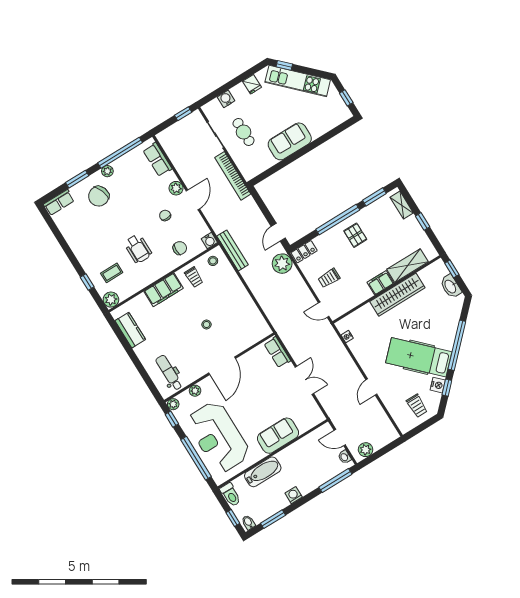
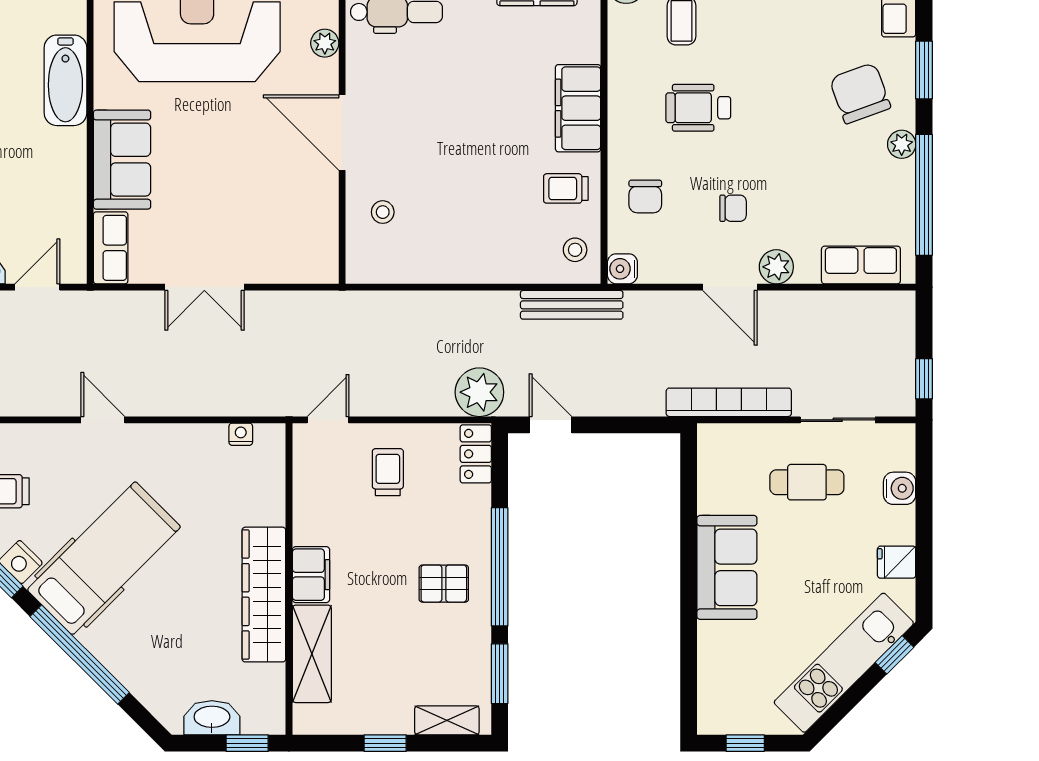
stool: (207, 325) -> (383, 212), moved
row of seats: (277, 352) -> (111, 248), moved, turned 90

